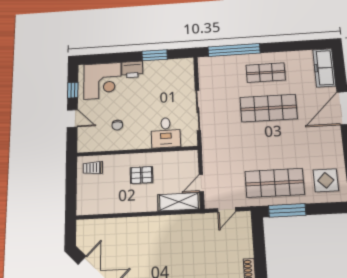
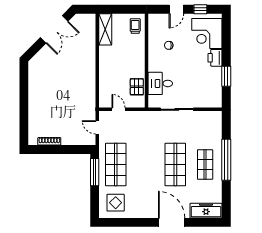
window: (234, 50) -> (226, 160), moved
pallet: (141, 175) -> (137, 87), moved
shelving: (179, 202) -> (105, 29), moved

